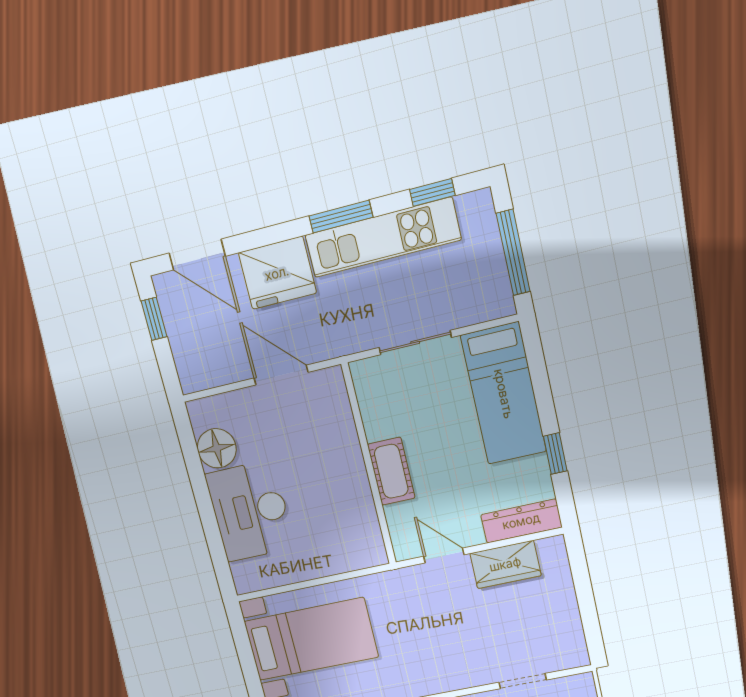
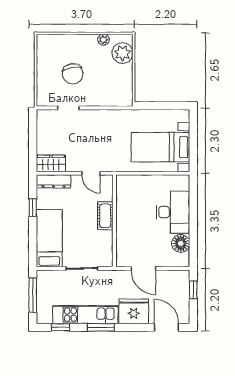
window: (154, 319) -> (193, 290), moved
wardrobe: (505, 564) -> (51, 163), moved

